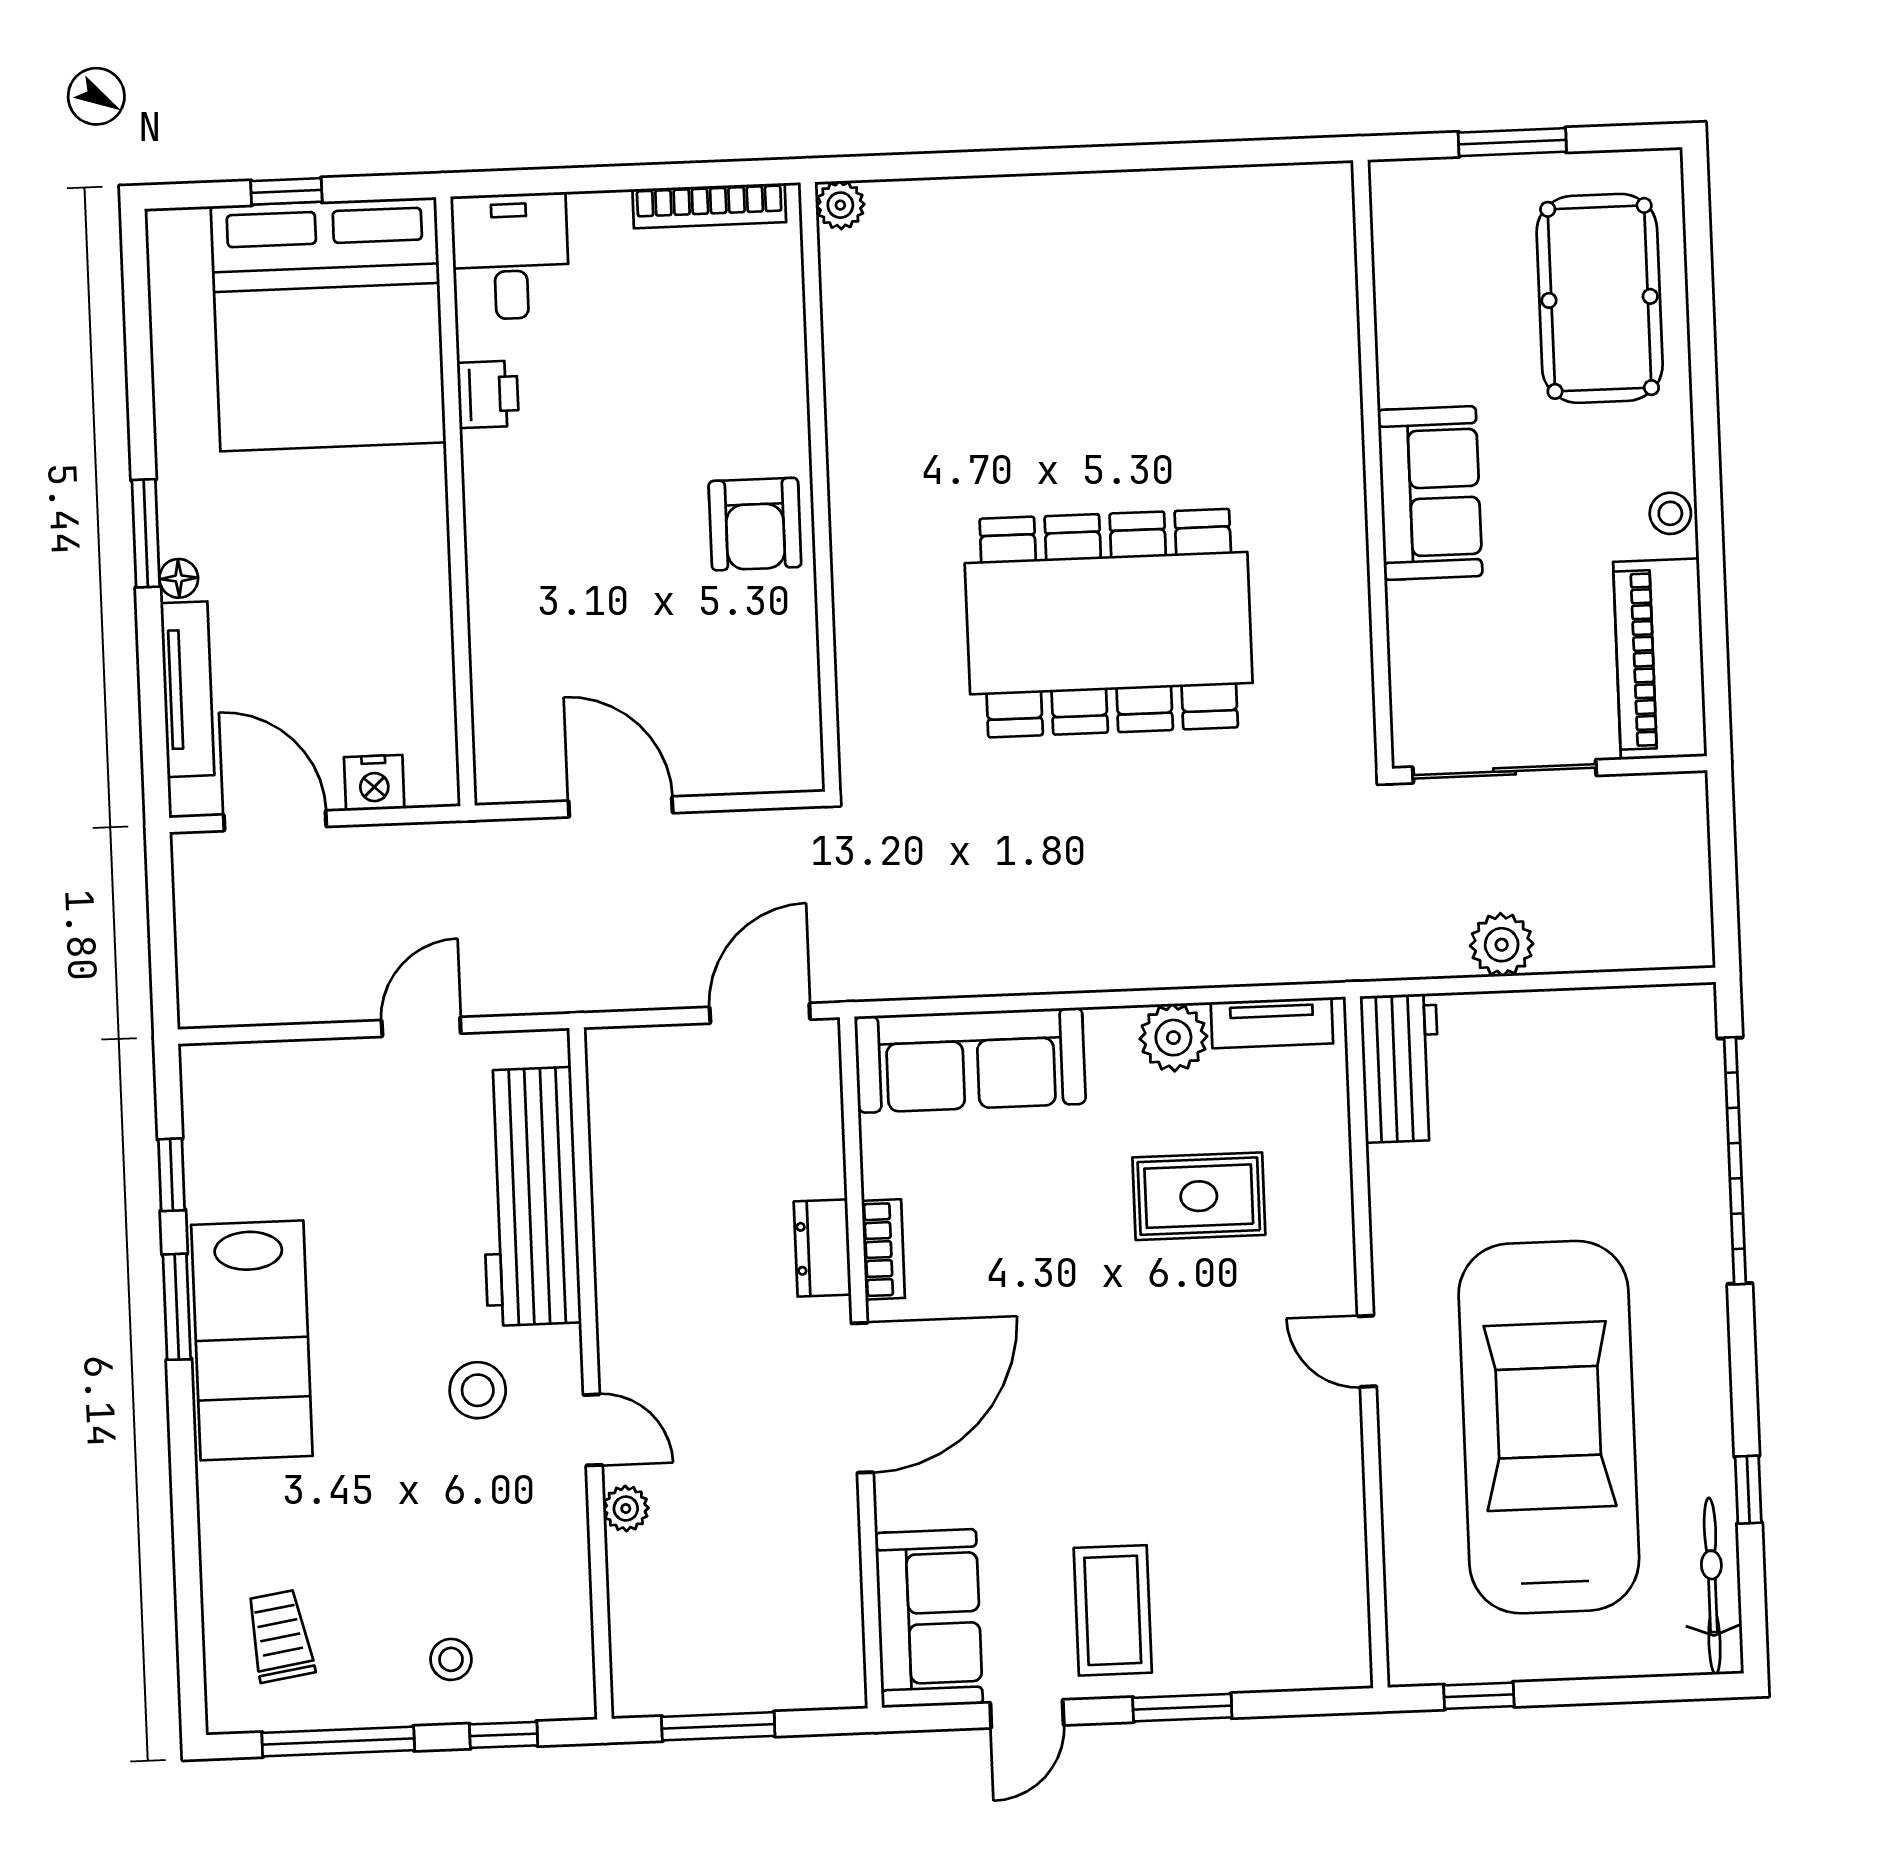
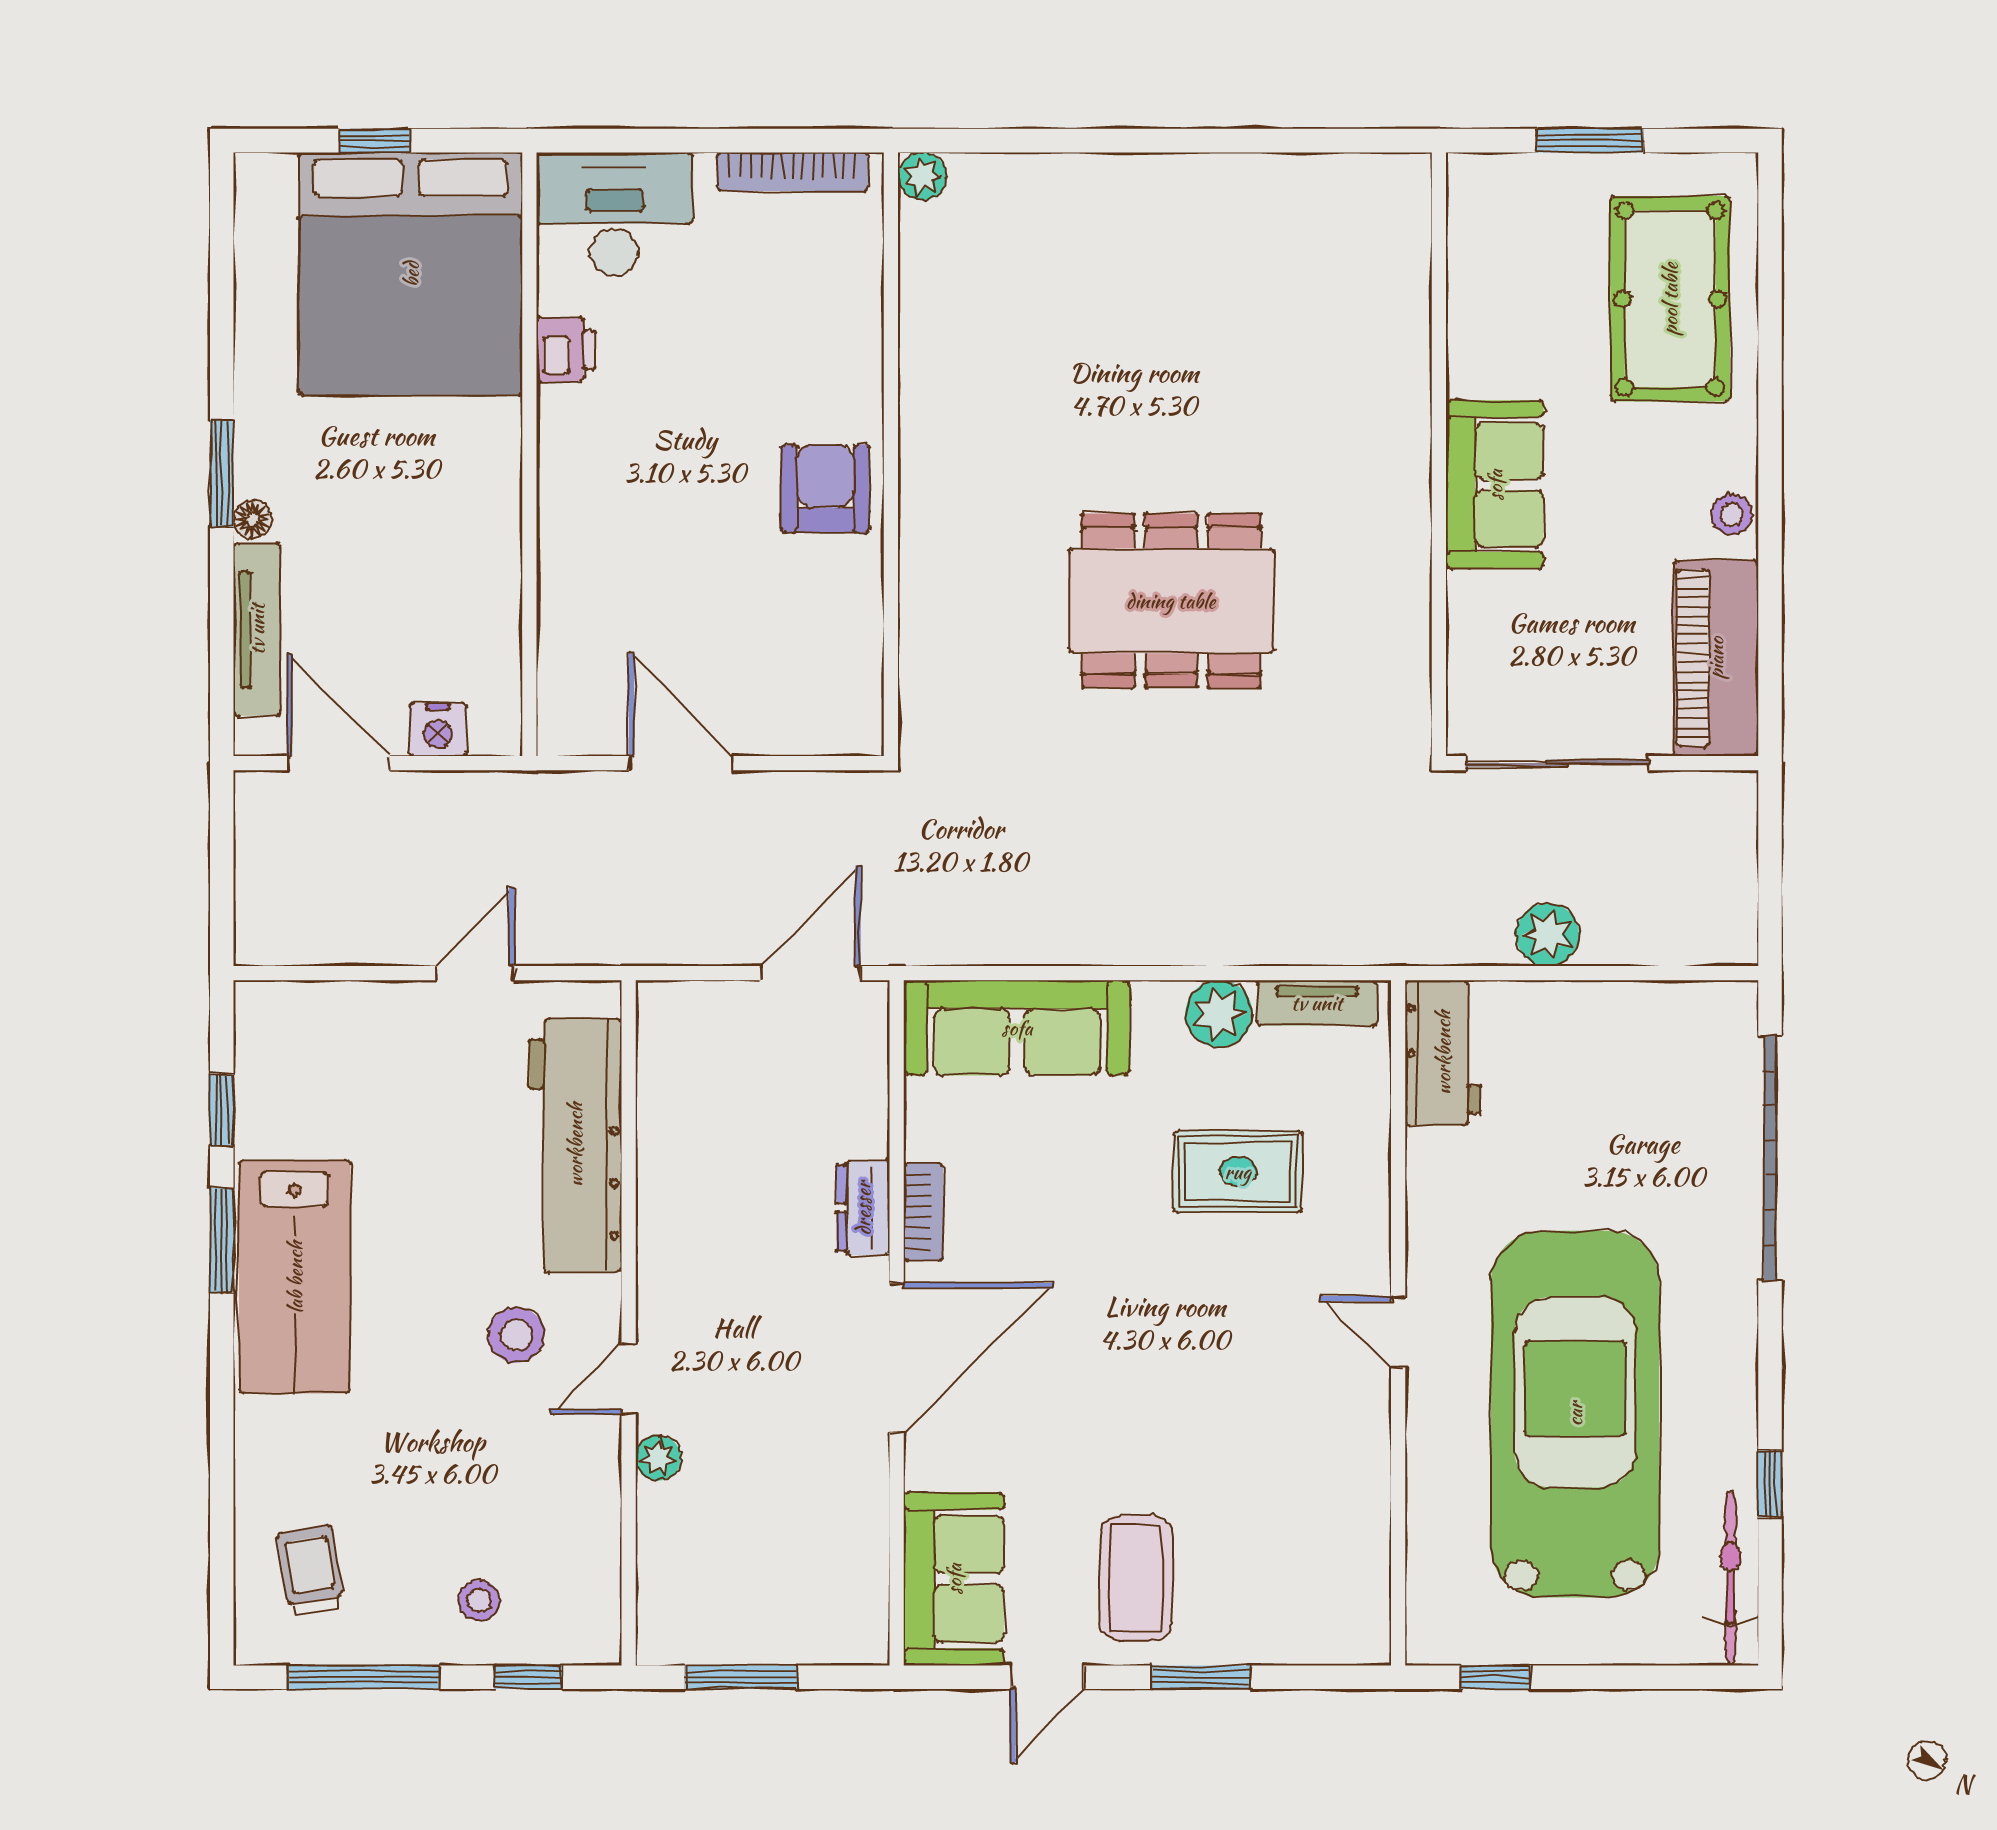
desk: (510, 256) -> (615, 214), width x1.37
armchair: (755, 524) -> (825, 489), turned 180
dining table: (1109, 623) -> (1171, 601), width x0.73, depth x0.80
door: (593, 1430) -> (629, 1379), swing flipped

